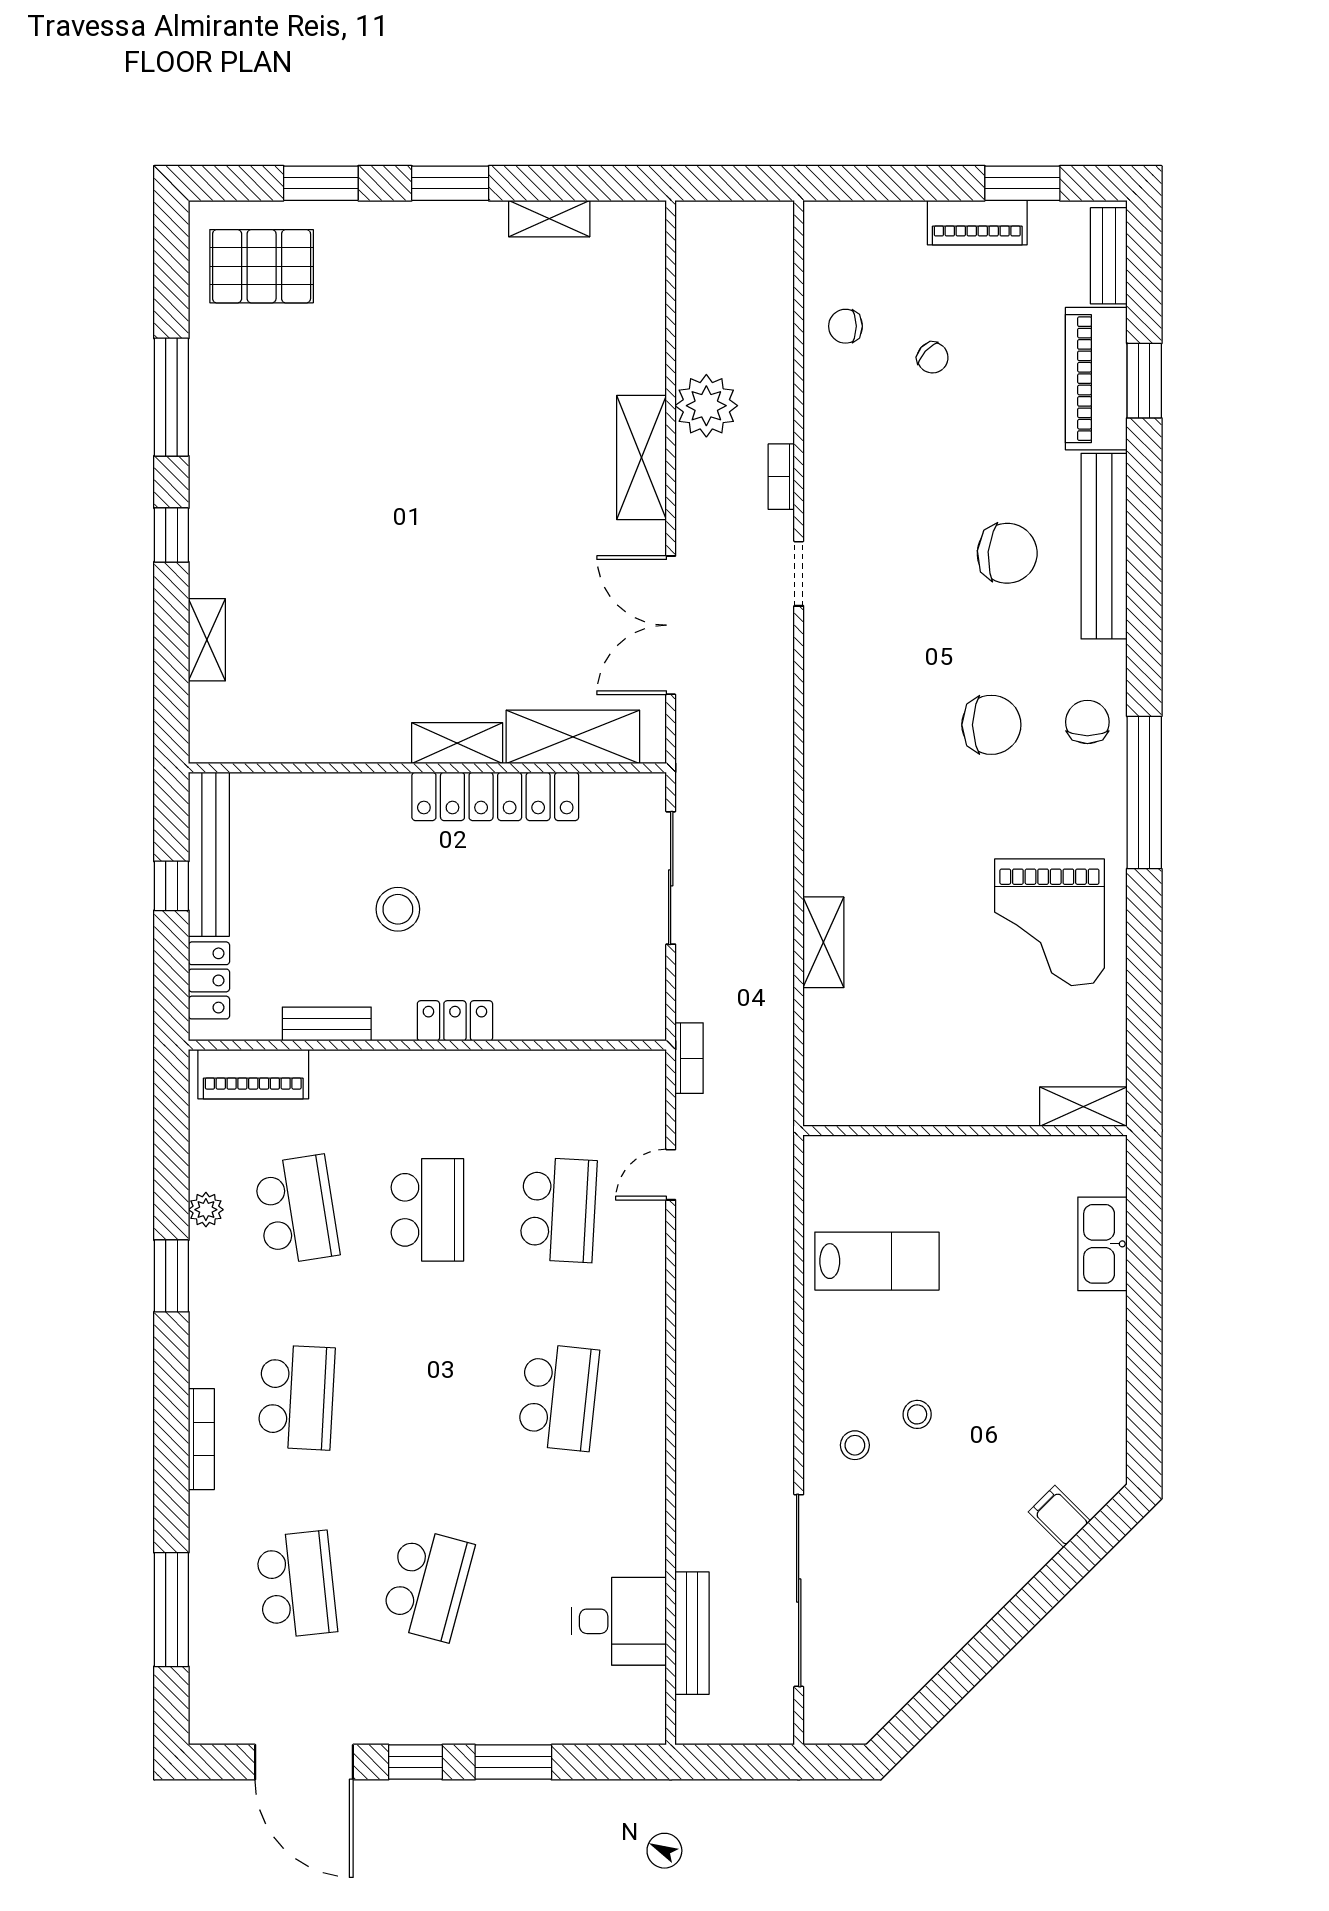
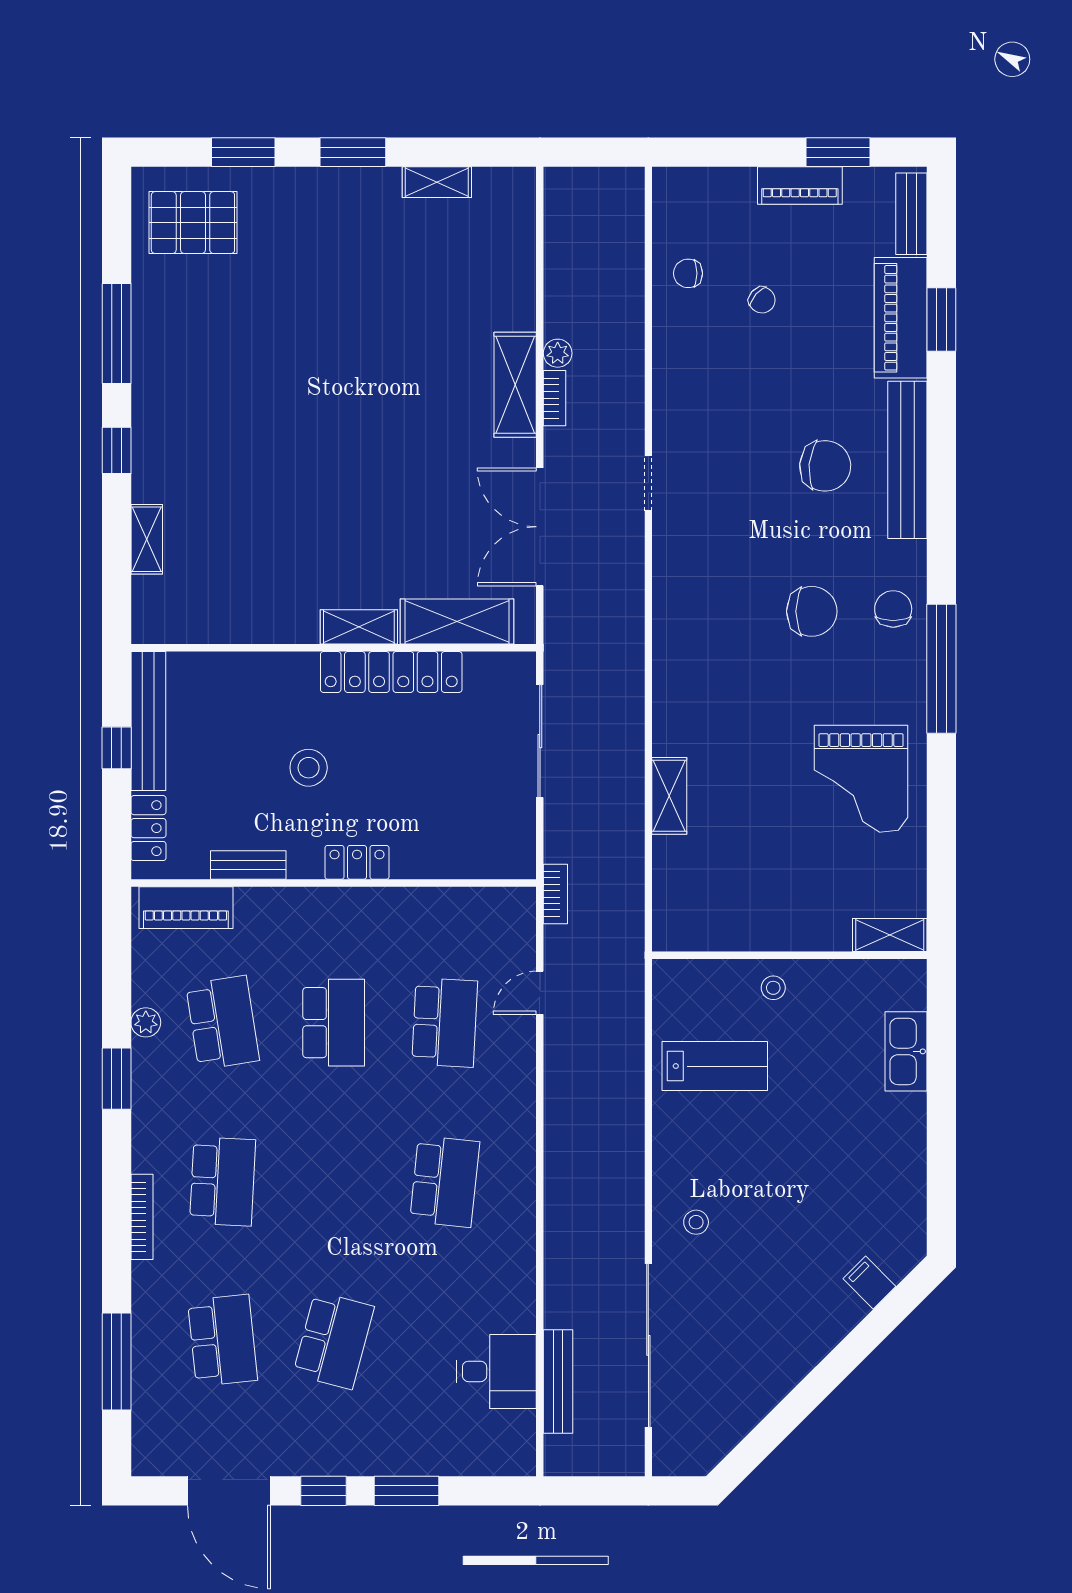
plant: (706, 406) -> (558, 353), width x0.53, depth x0.53
bookcase: (781, 477) -> (555, 398), moved, turned 180
stool: (917, 1414) -> (773, 988), moved

